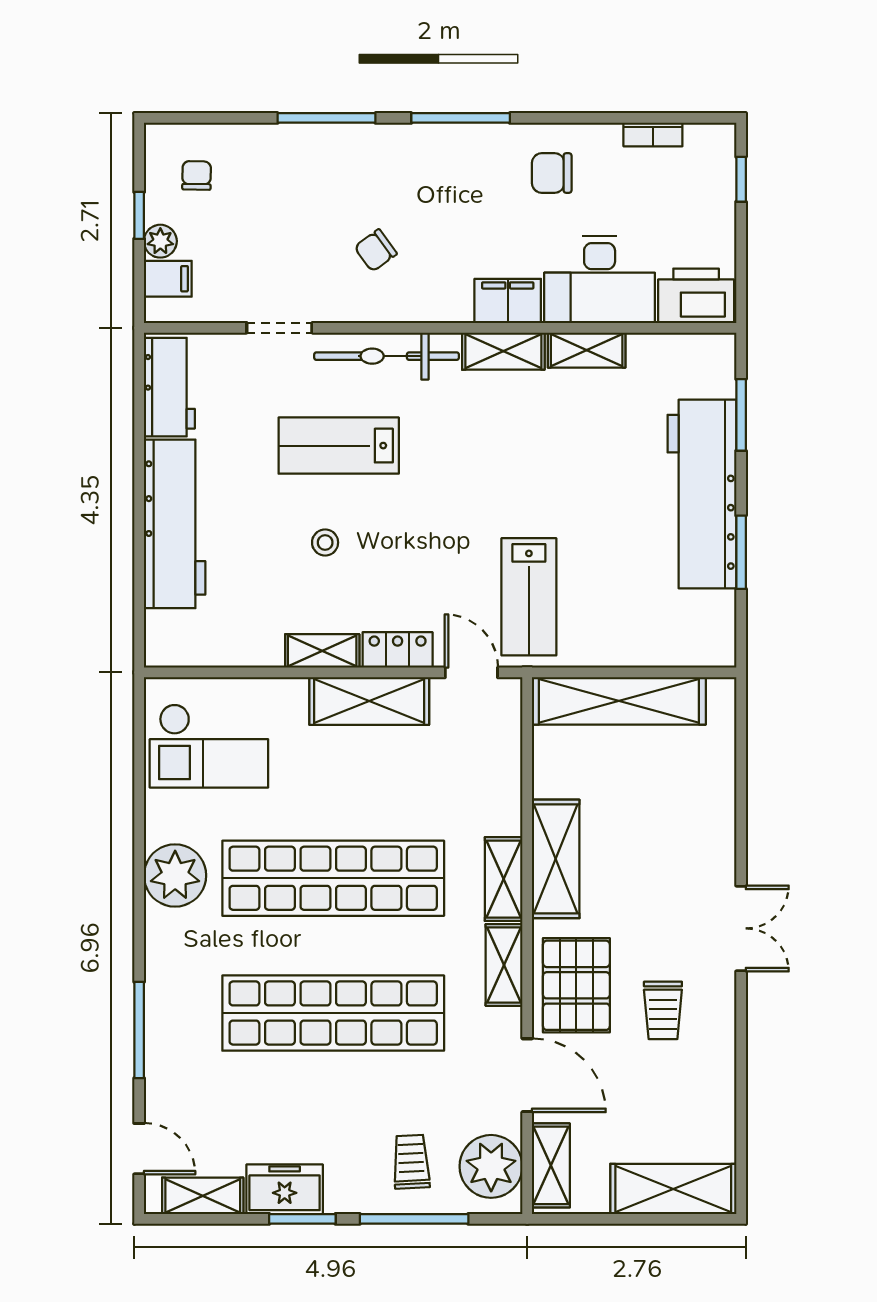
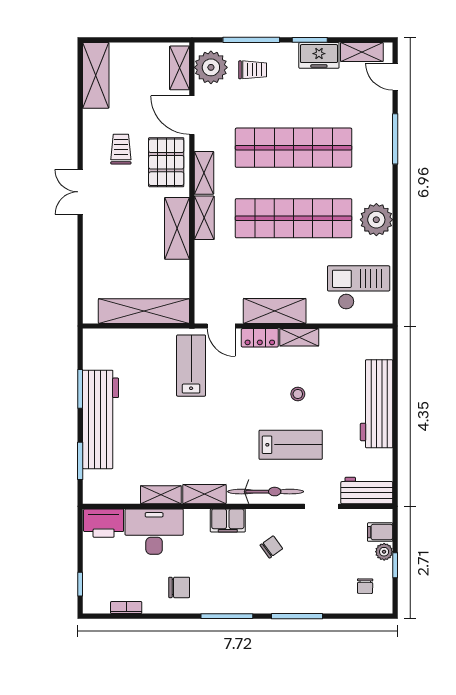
filing cabinet: (508, 301) -> (228, 520), moved
workbench: (169, 387) -> (367, 491), moved, turned 90
trolley: (411, 1162) -> (253, 70), turned -87
shelving: (673, 1189) -> (96, 75), moved, turned 90

